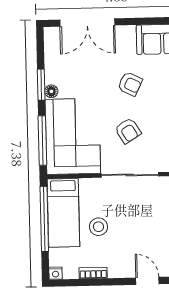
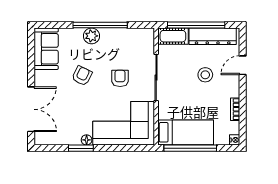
armchair: (128, 131) -> (120, 78), turned -58
window: (42, 140) -> (126, 148), removed
stool: (98, 227) -> (205, 75), moved

